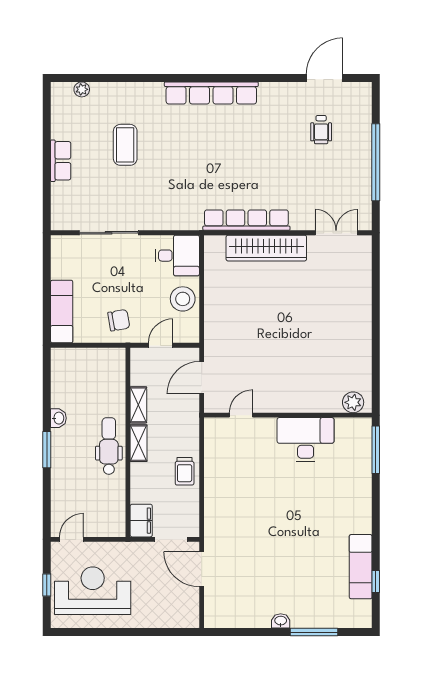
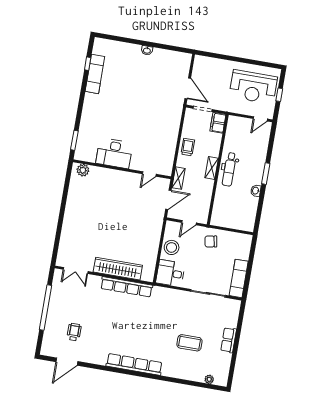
coffee table: (125, 145) -> (189, 343), turned 90
exam couch: (62, 312) -> (239, 278), moved
shelving: (138, 405) -> (178, 178), moved
window: (376, 450) -> (74, 140), width x0.69
window: (314, 632) -> (129, 41), removed

